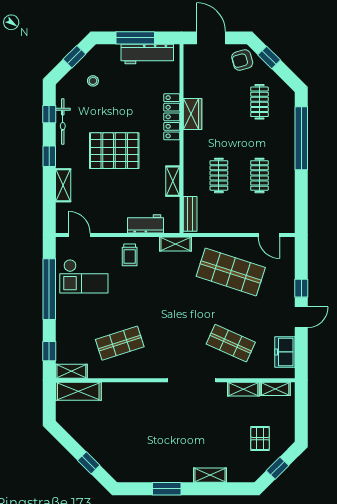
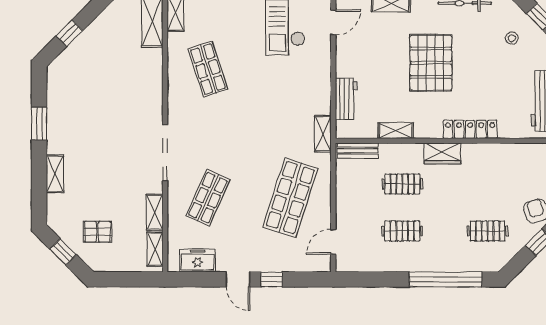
wardrobe: (192, 114) -> (442, 153), moved
trolley: (130, 255) -> (310, 81), removed

